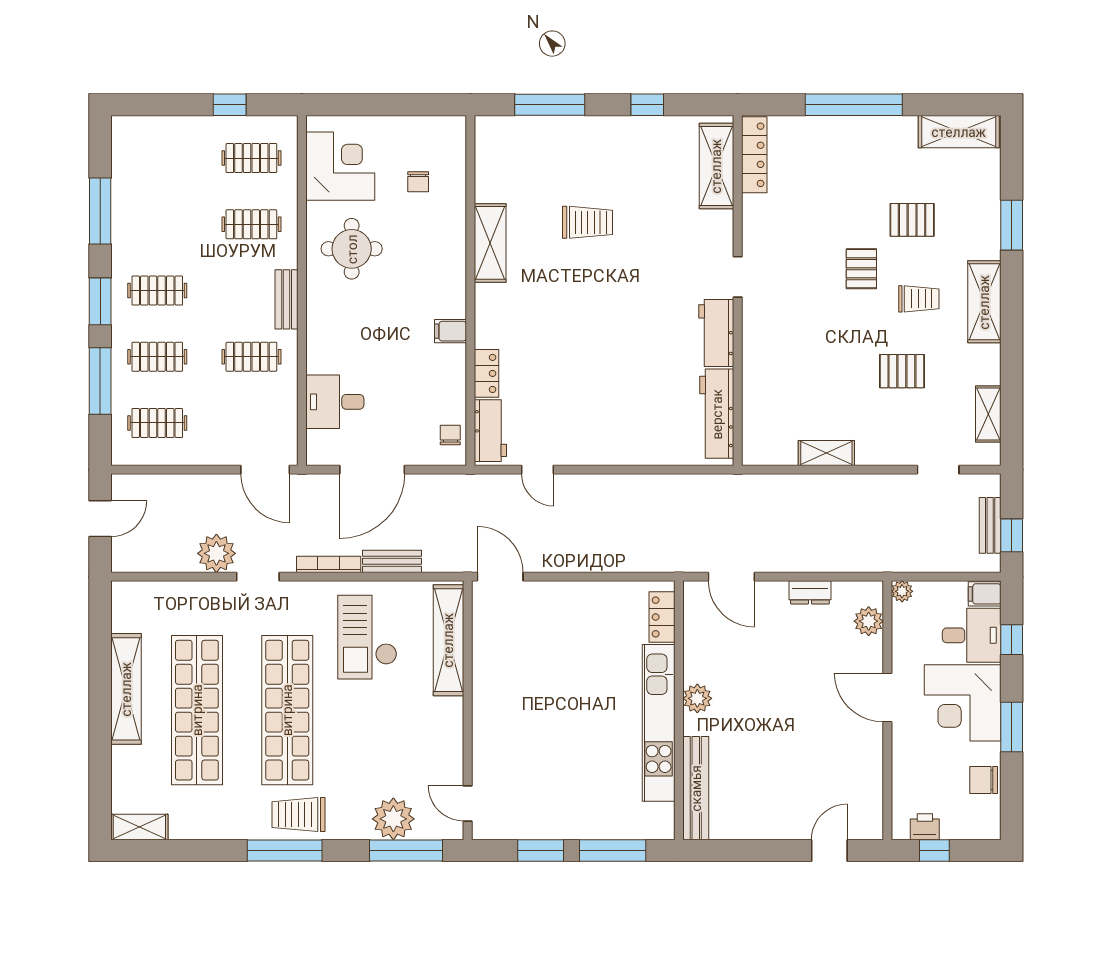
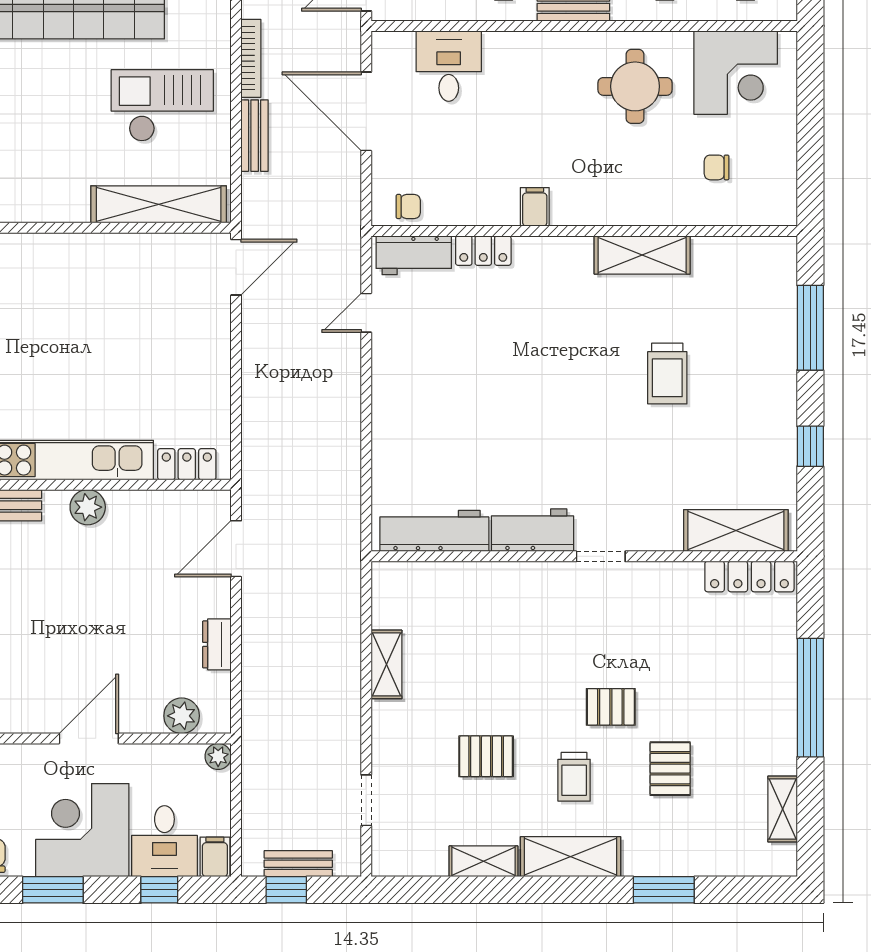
shelving: (959, 132) -> (783, 809), width x0.67, depth x0.75
pallet: (902, 371) -> (486, 756), turned 90
shelving: (988, 414) -> (484, 861), moved

